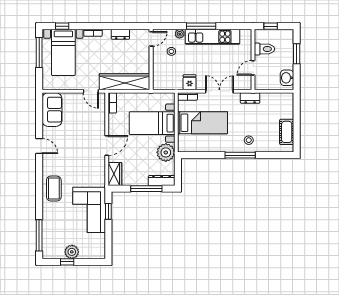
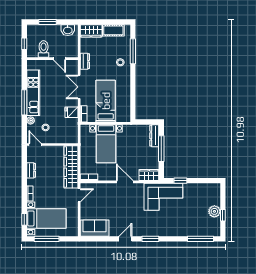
wardrobe: (286, 105) -> (91, 31), added
plant: (166, 152) -> (131, 132), removed
window: (240, 155) -> (133, 51), moved
window: (39, 176) -> (150, 239), added
coffee table: (54, 189) -> (161, 226), removed
corner sofa: (89, 210) -> (163, 197), moved

